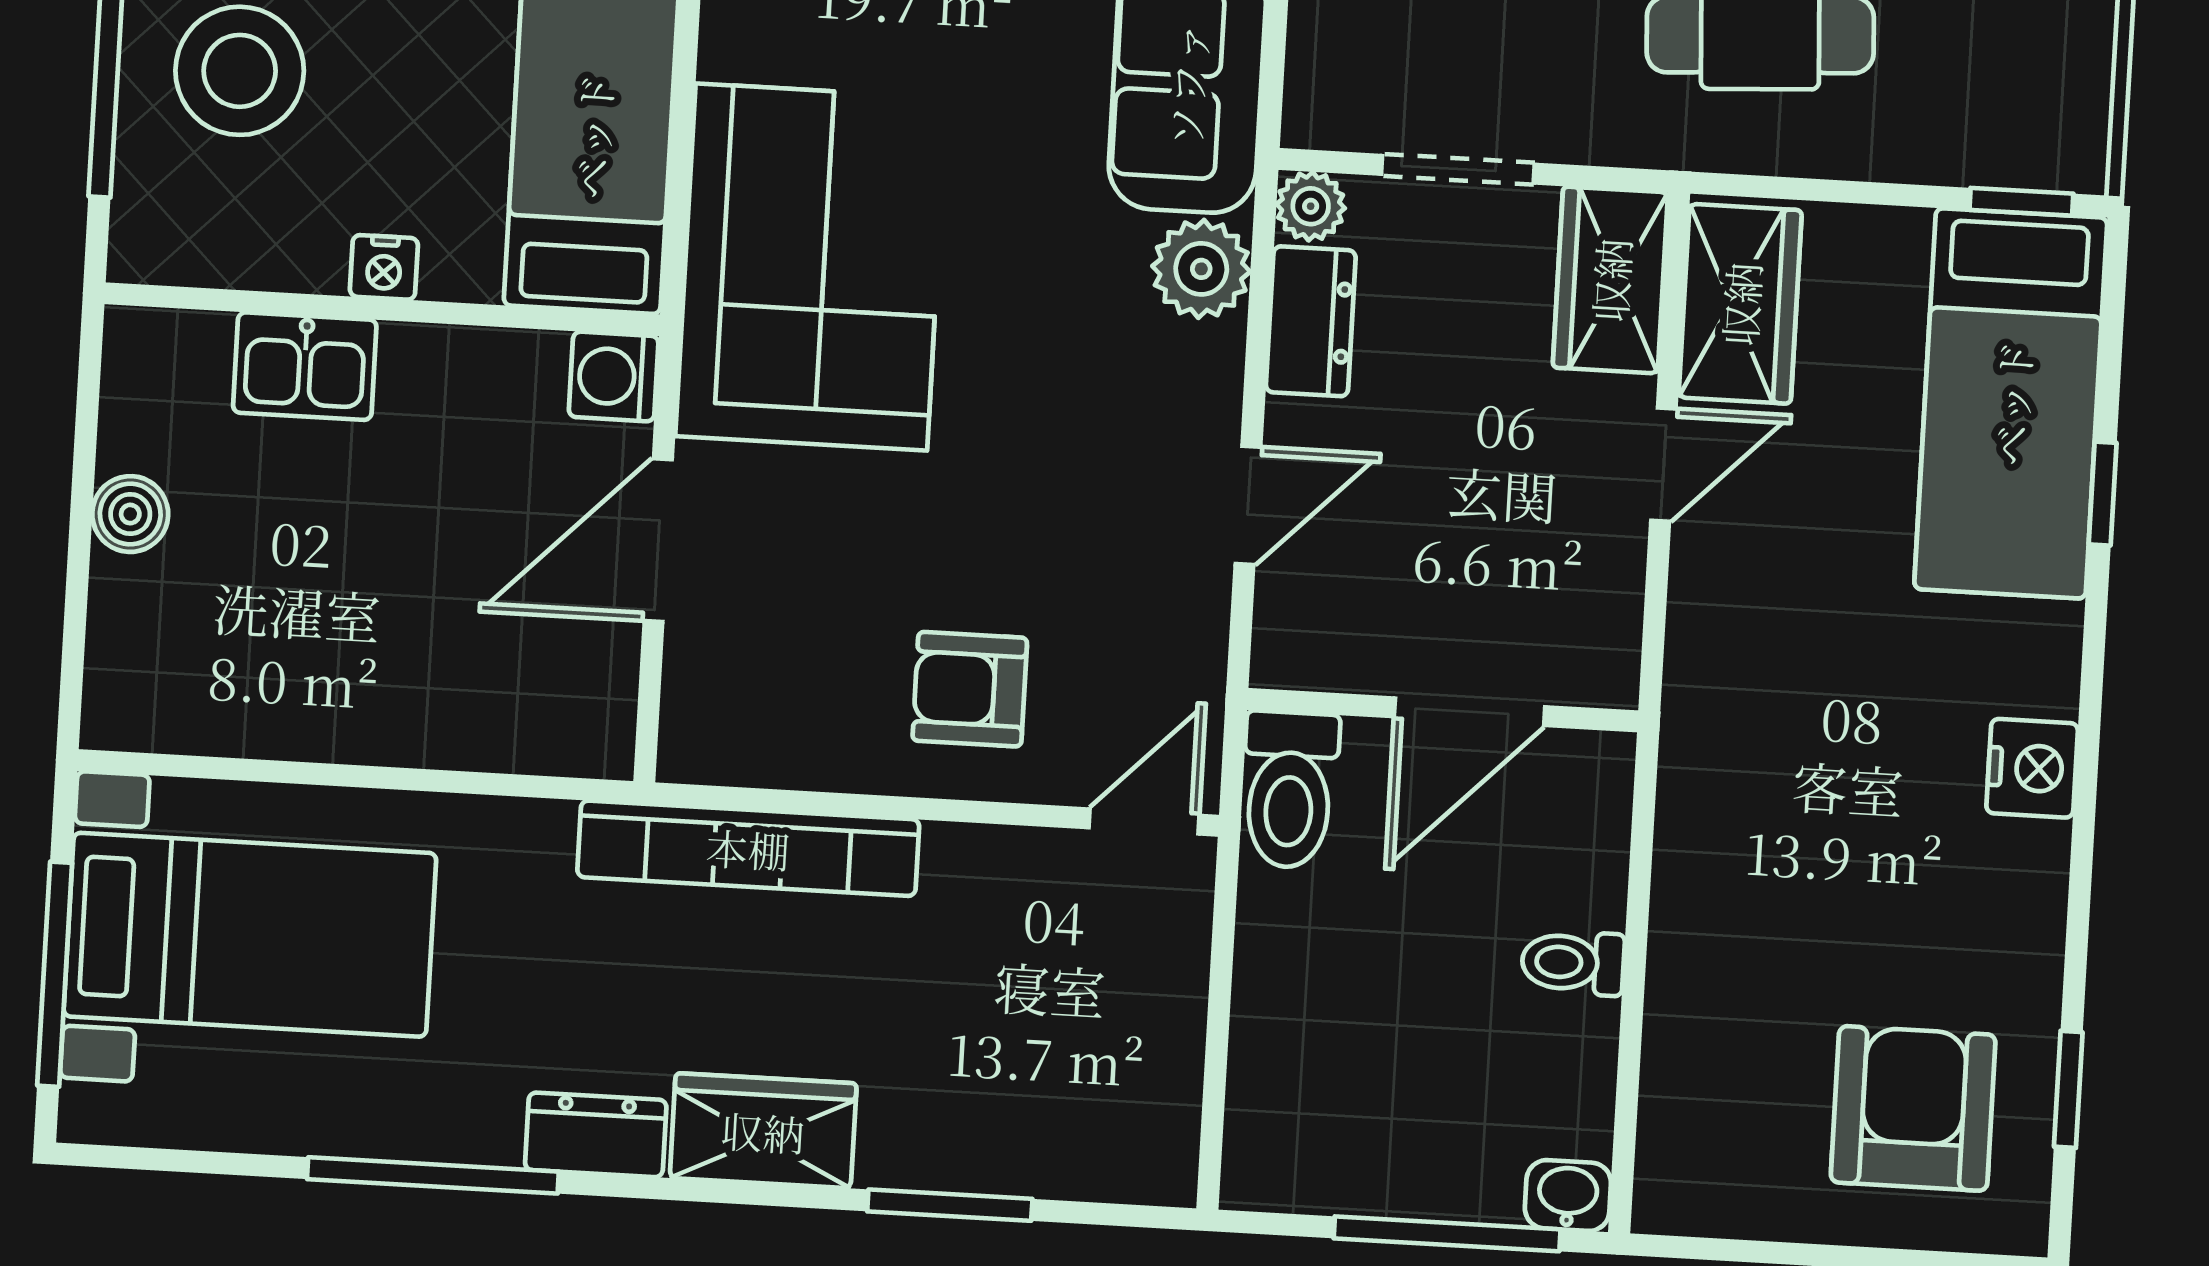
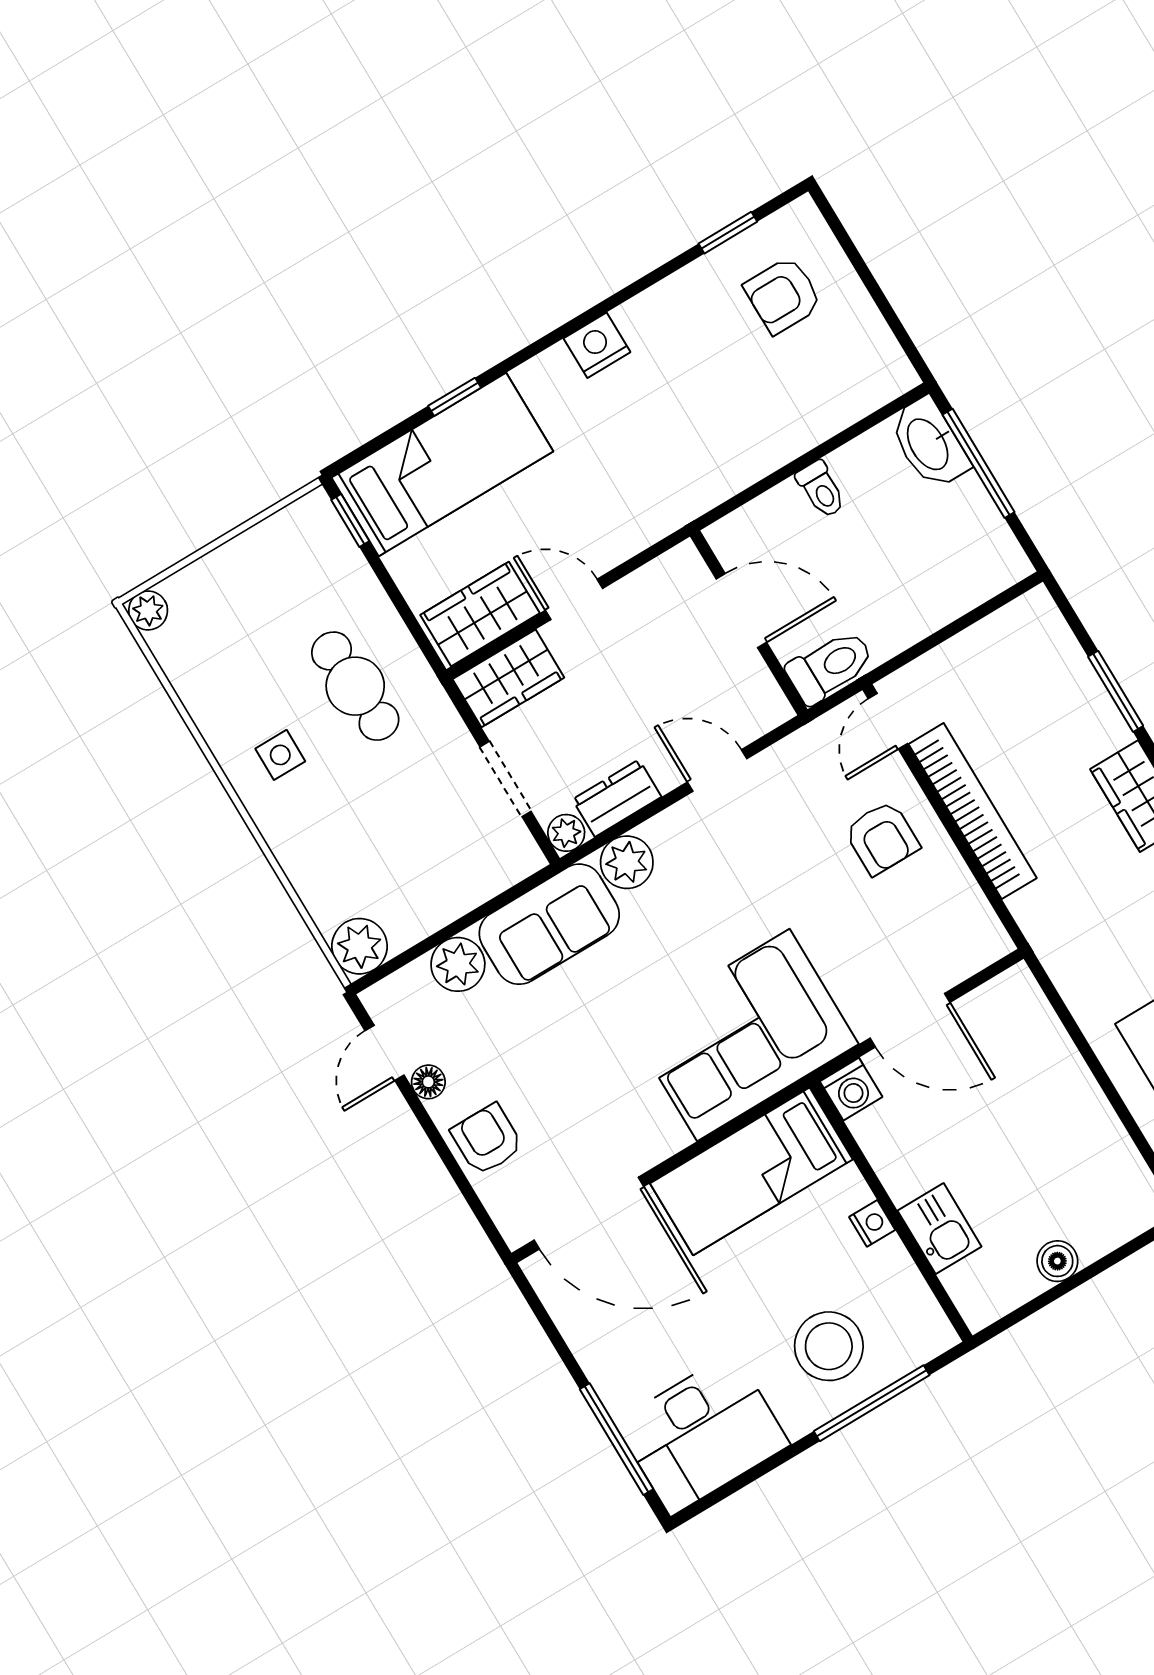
door: (1144, 821) -> (888, 721), hinge flipped
bookcase: (748, 848) -> (973, 811), moved
armchair: (1913, 1108) -> (783, 295), width x0.72, depth x0.72
washbasin: (1568, 1195) -> (929, 443), width x1.91, depth x1.45

